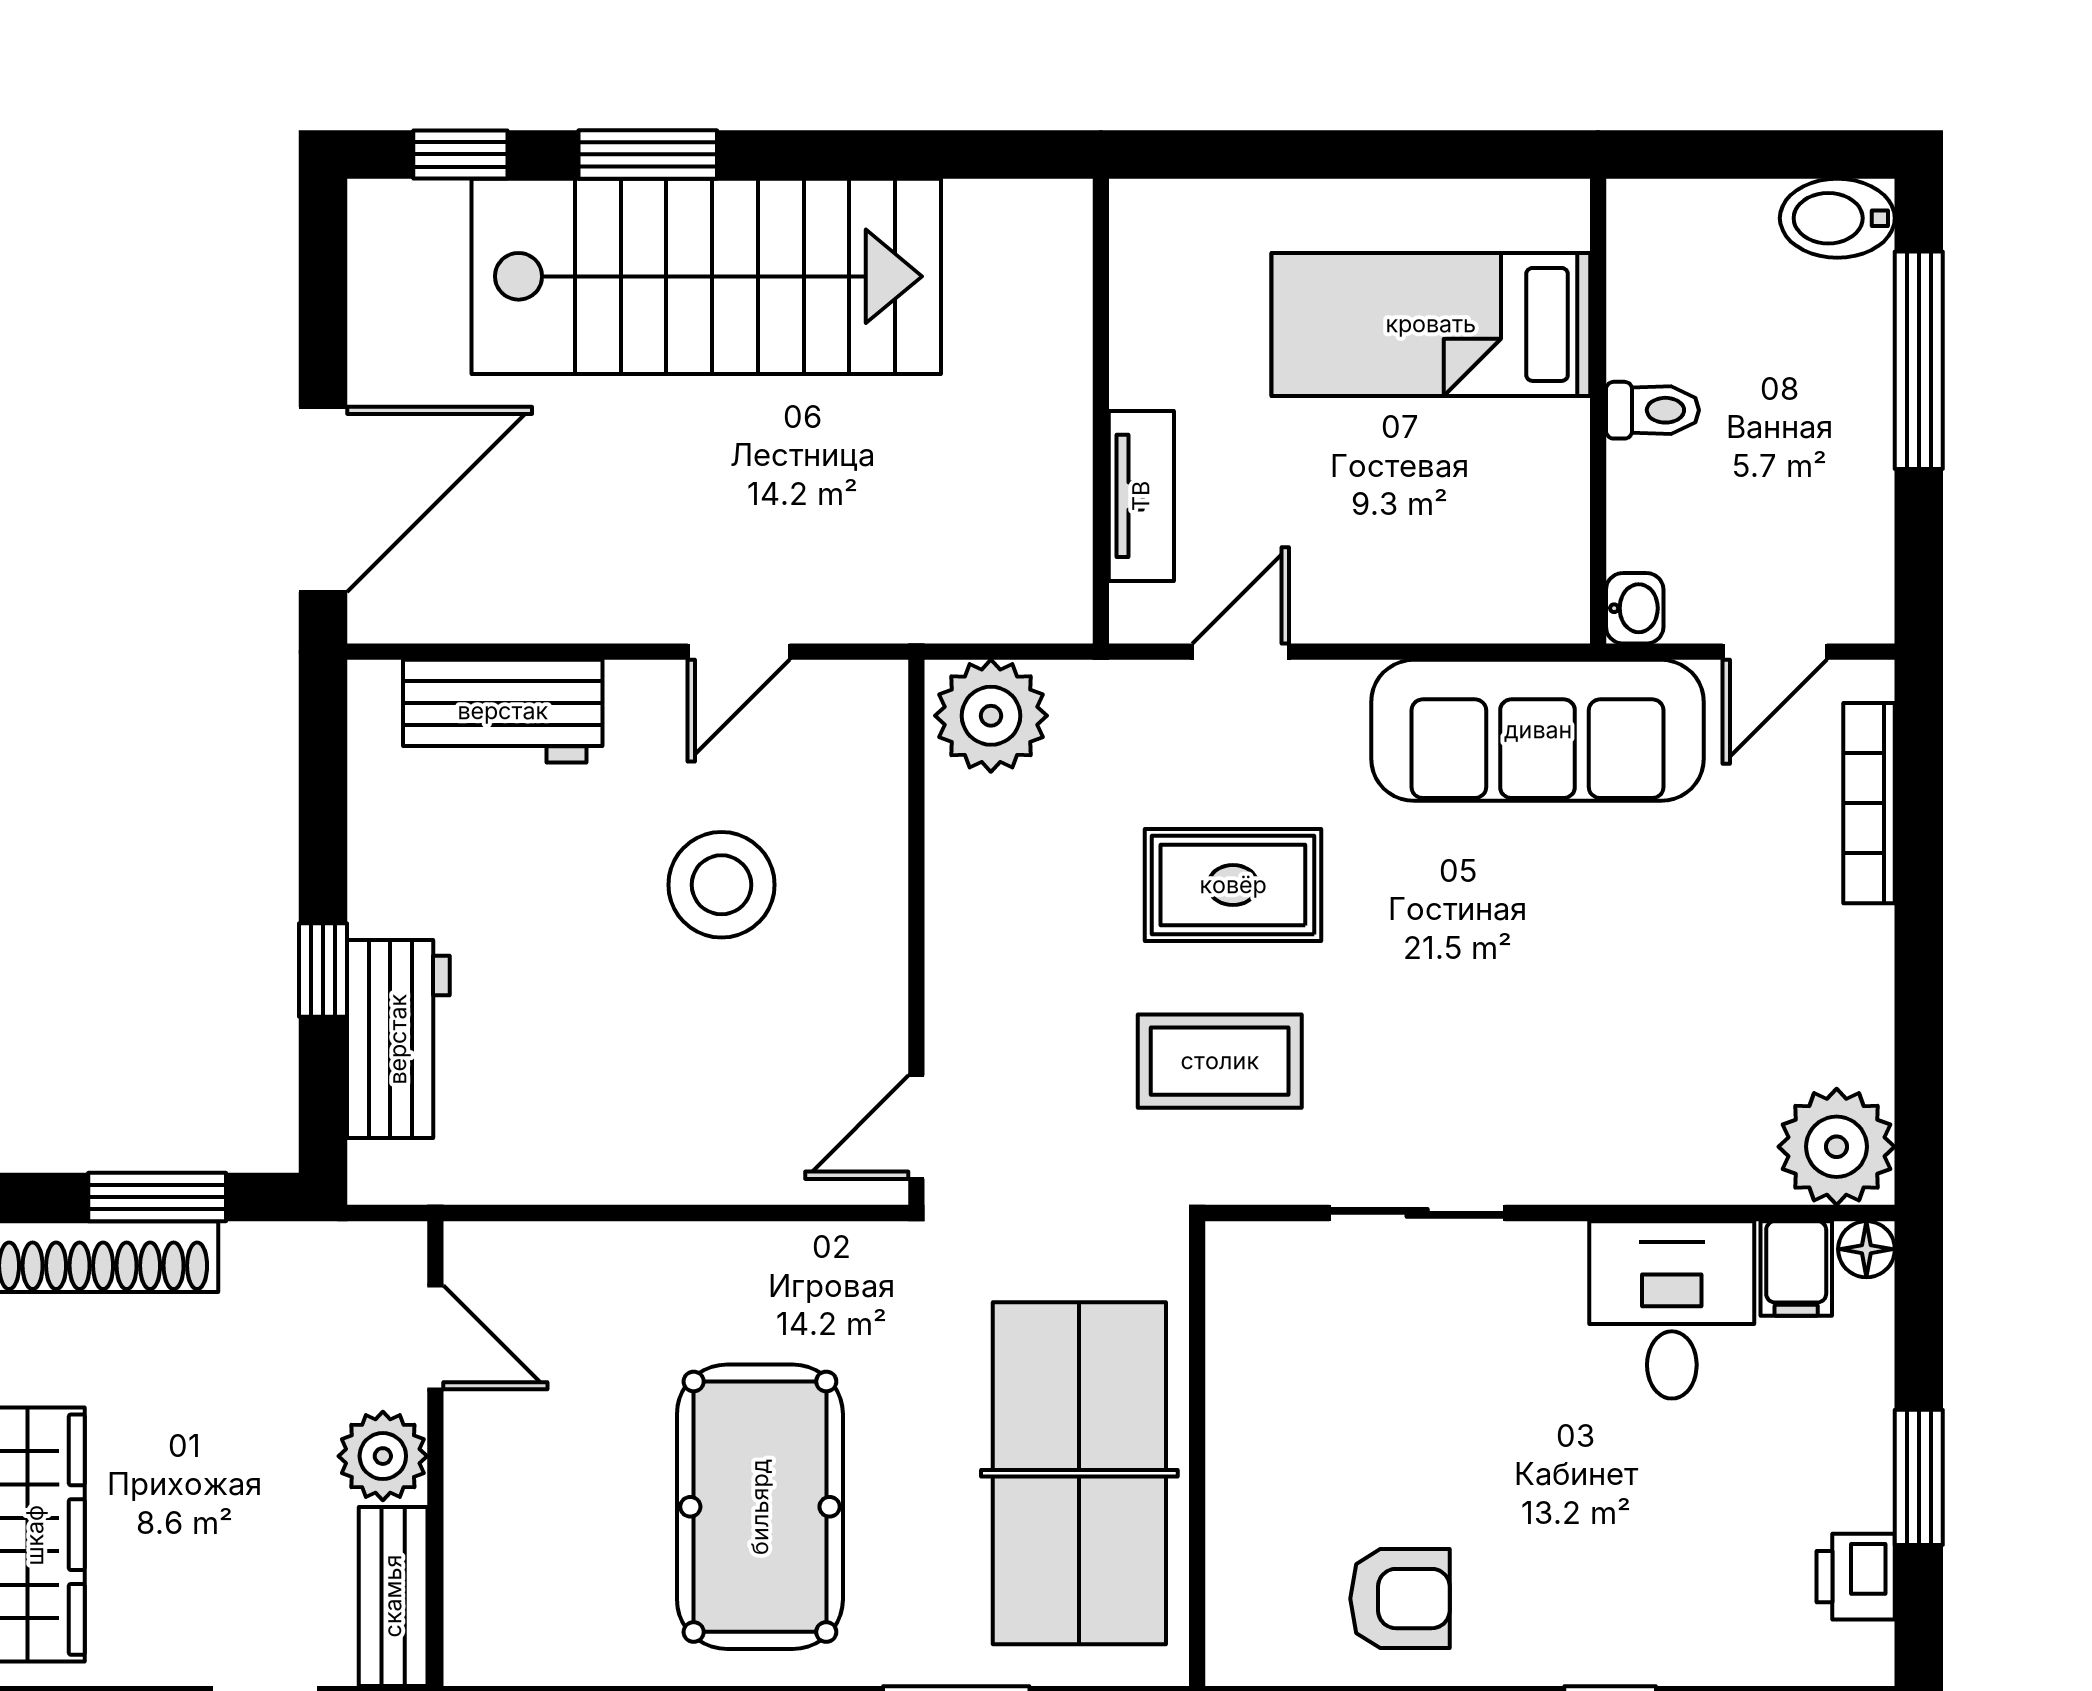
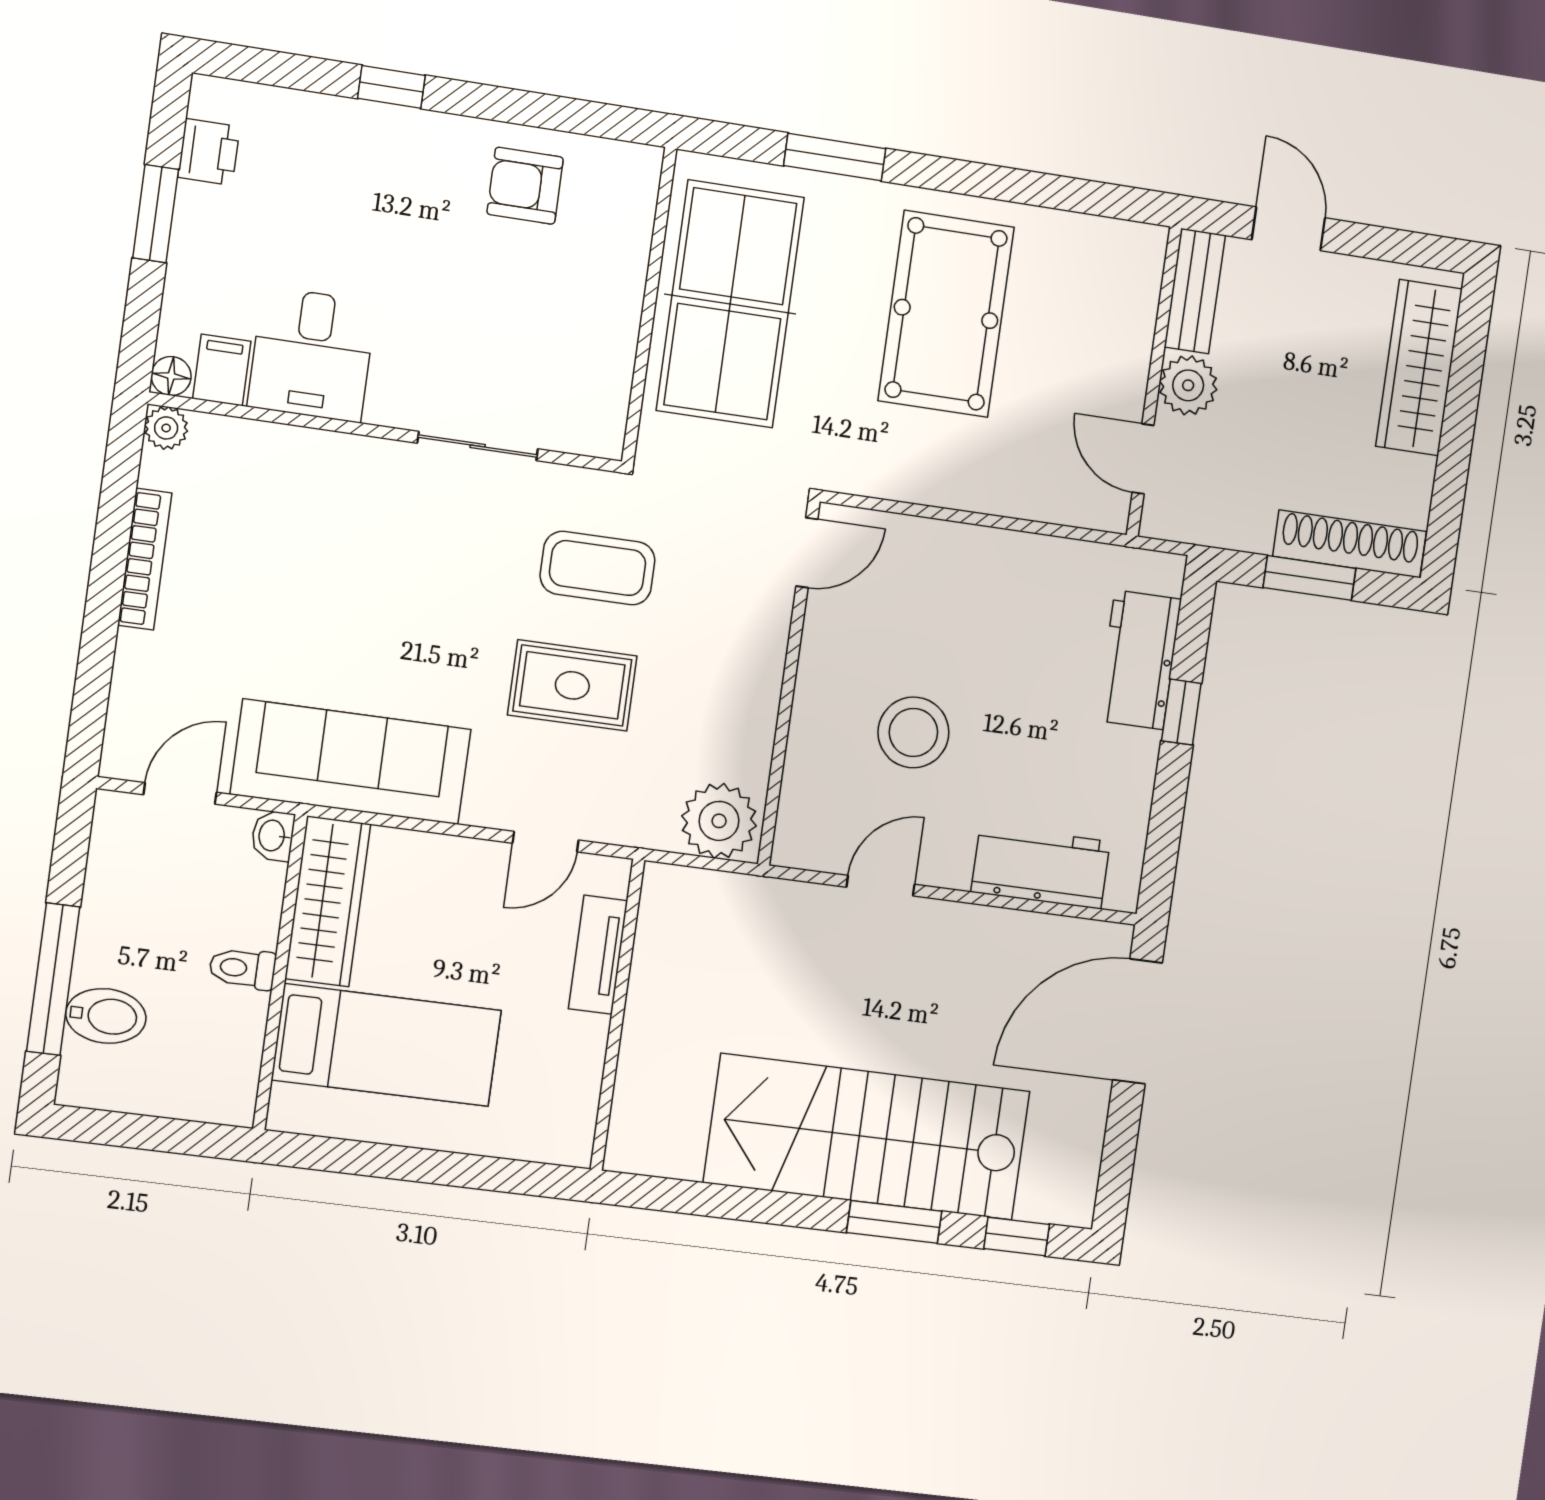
bidet: (1837, 218) -> (106, 1016), moved
wardrobe: (1543, 523) -> (328, 901), added
bookcase: (1869, 803) -> (145, 559), moved
plant: (1837, 1147) -> (166, 428), width x0.53, depth x0.53

